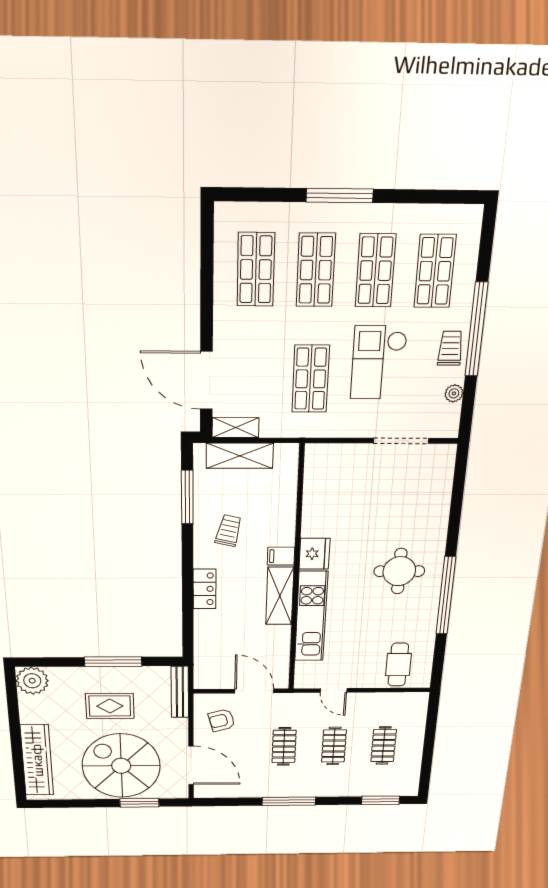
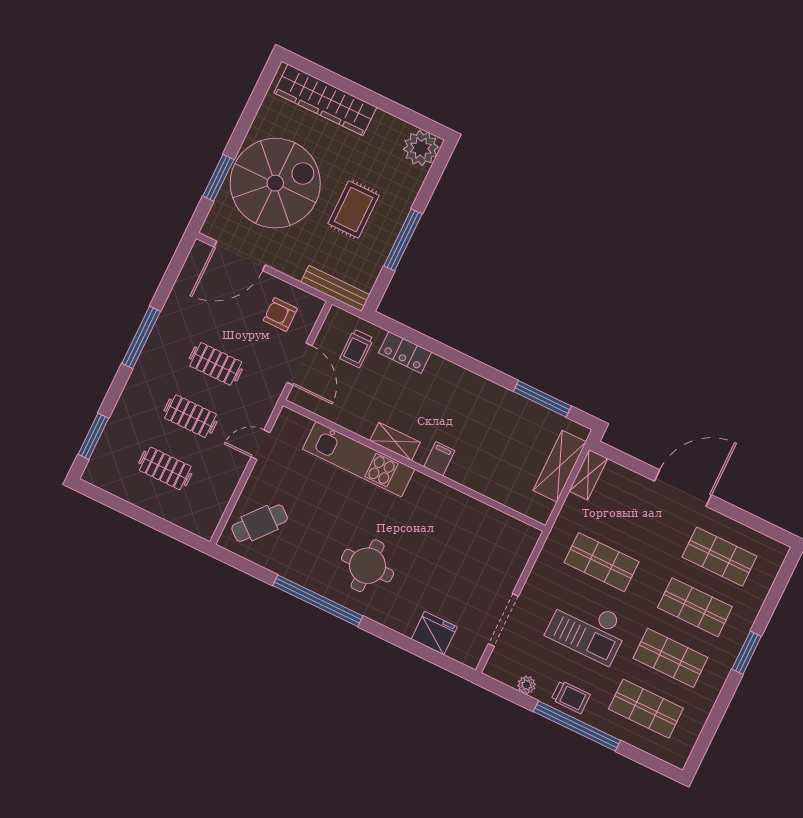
window: (340, 196) -> (747, 653), width x0.69
checkout: (379, 363) -> (588, 628), turned 180
door: (206, 380) -> (683, 488), moved
trolley: (229, 531) -> (357, 348), moved, turned 77
fridge: (314, 554) -> (434, 633), moved, turned 180
locker: (204, 589) -> (405, 352), moved
shelving: (280, 596) -> (395, 441), width x0.67, depth x0.75
cafe table: (398, 665) -> (260, 523), turned -50
door: (254, 691) -> (299, 364), hinge flipped
armchair: (222, 720) -> (280, 314), turned -75

